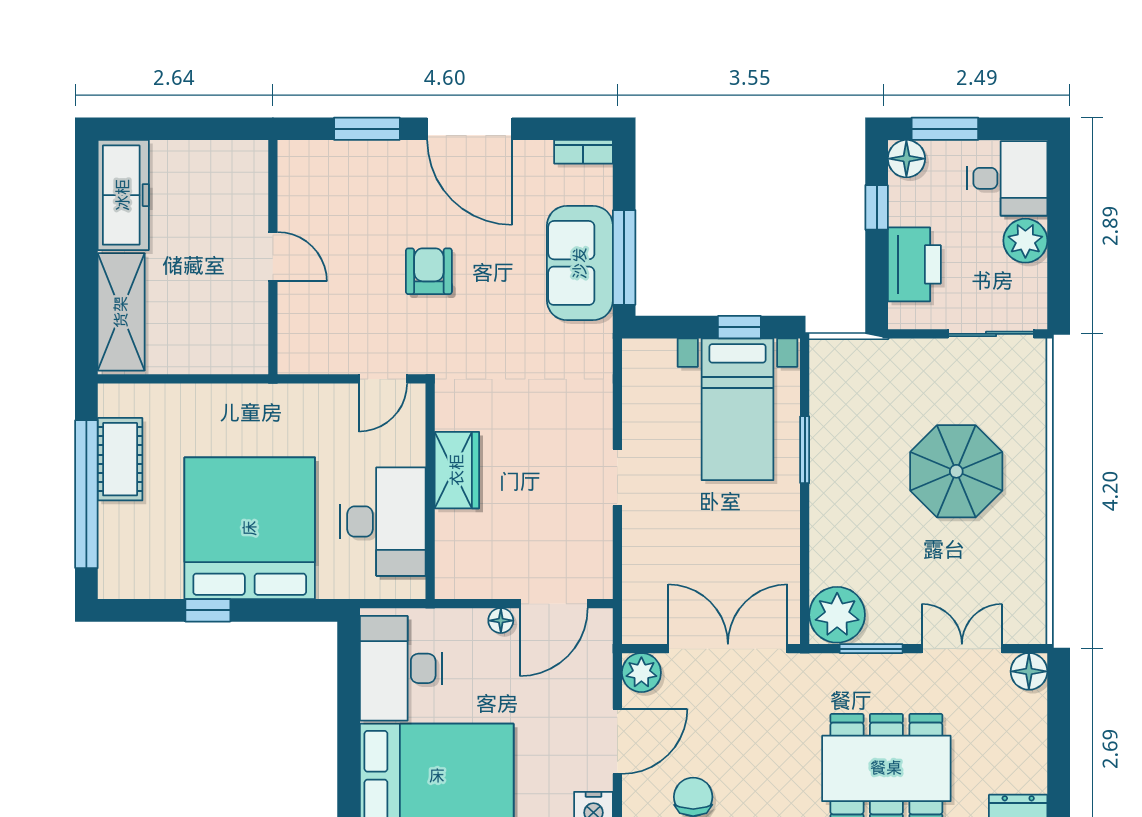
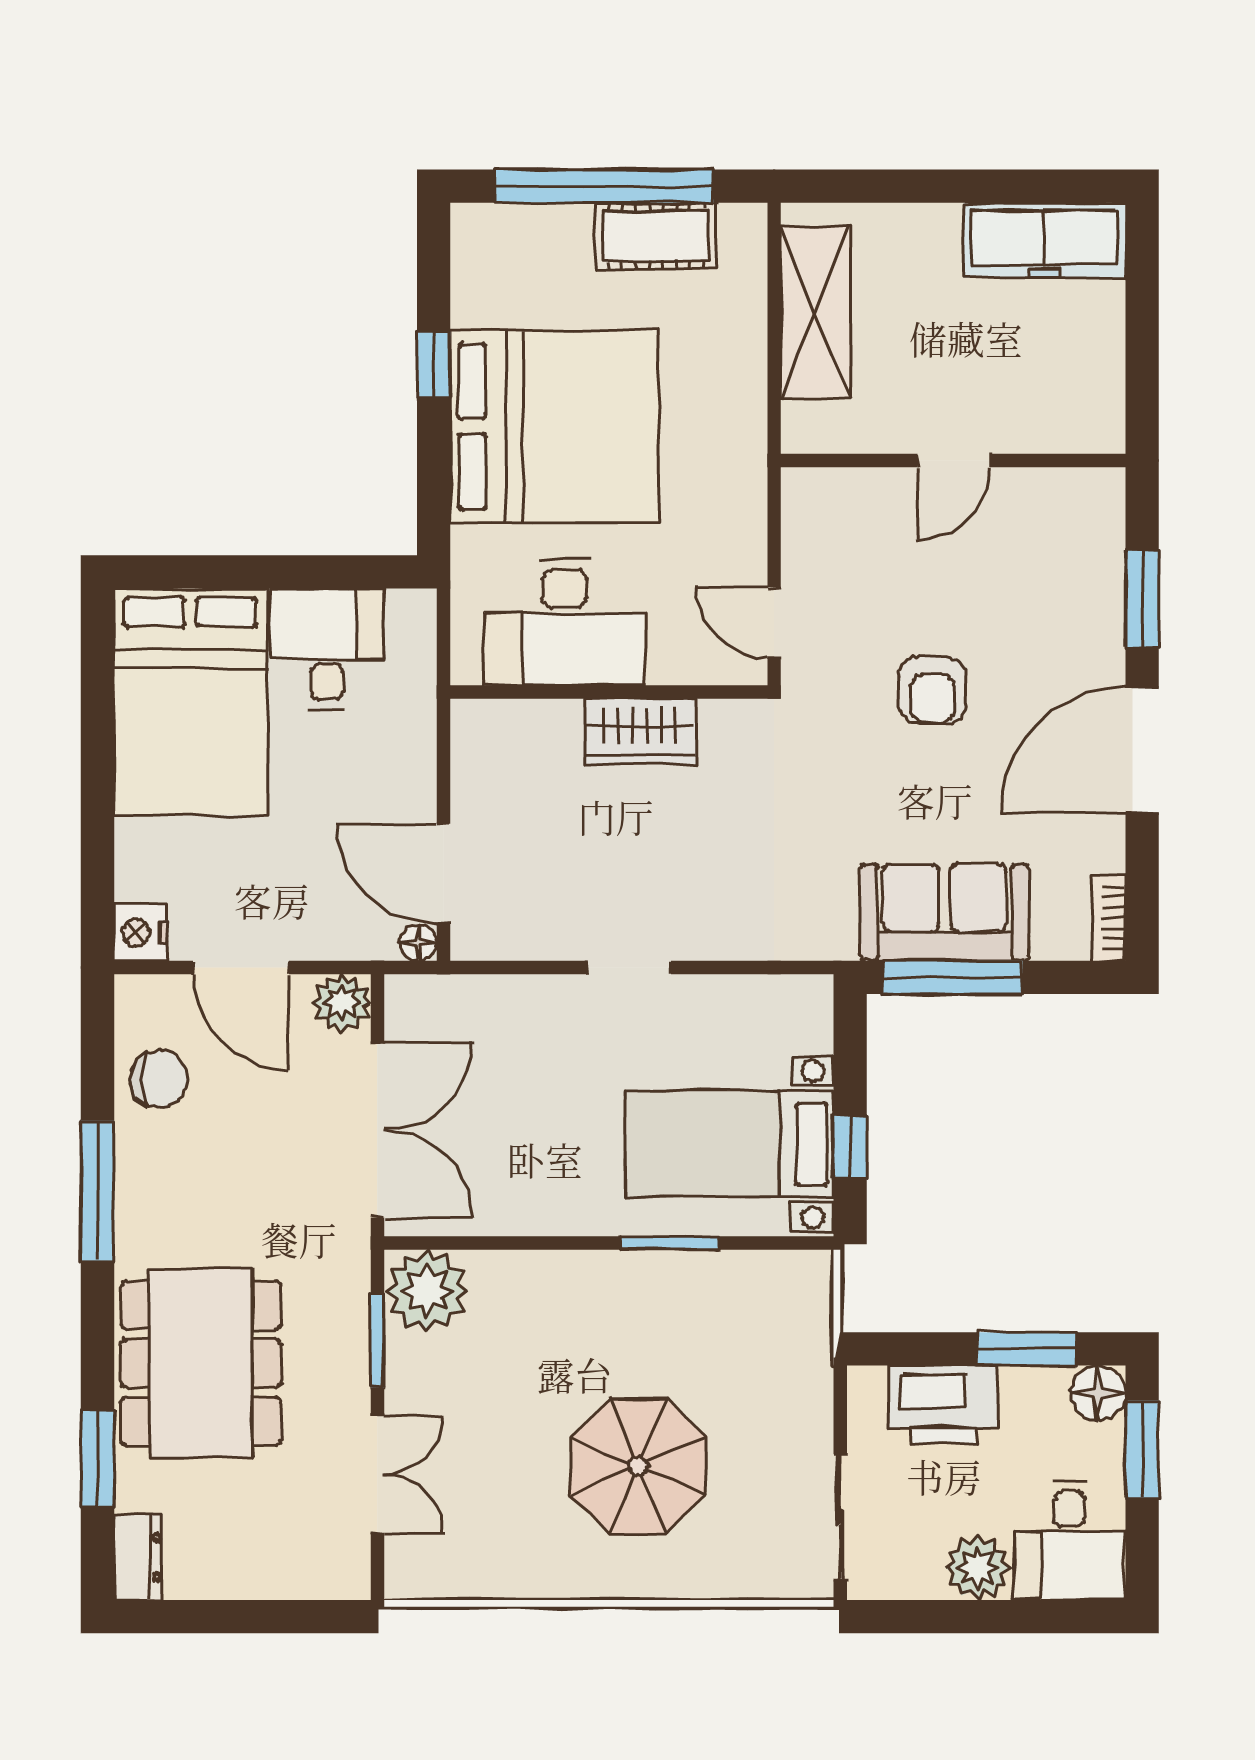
window: (877, 207) -> (1026, 1349), width x1.50
armchair: (429, 271) -> (933, 690), turned 90
shelving: (121, 312) -> (815, 312), moved, turned 90
floor lamp: (501, 621) -> (419, 943), moved
desk: (401, 668) -> (327, 649), width x0.73
floor lamp: (1029, 671) -> (344, 1573), removed

